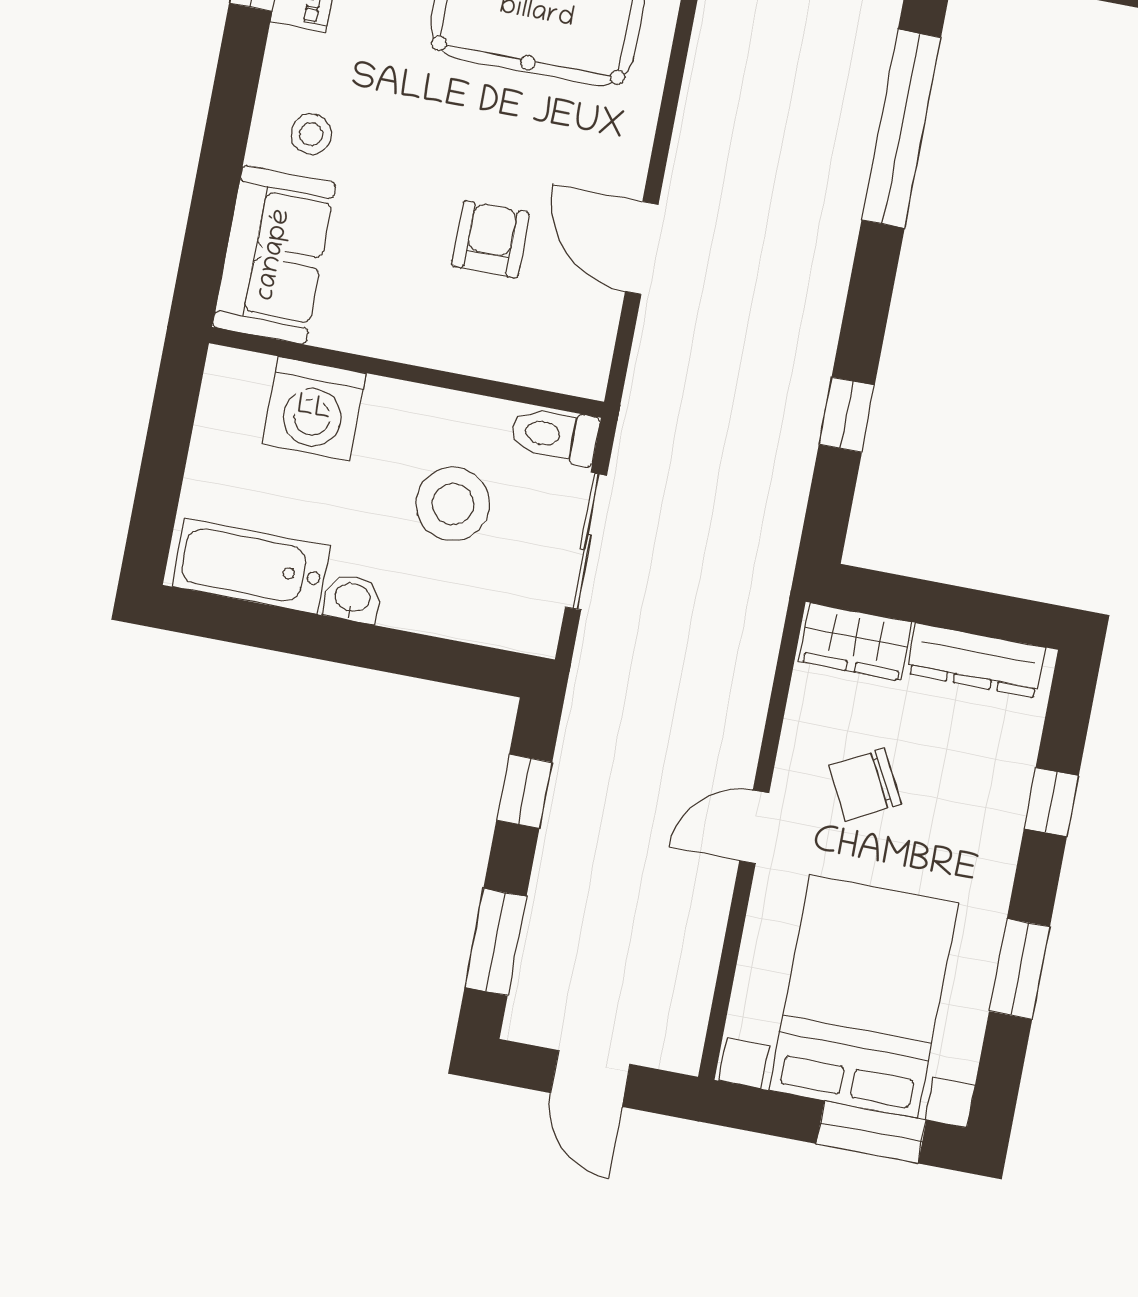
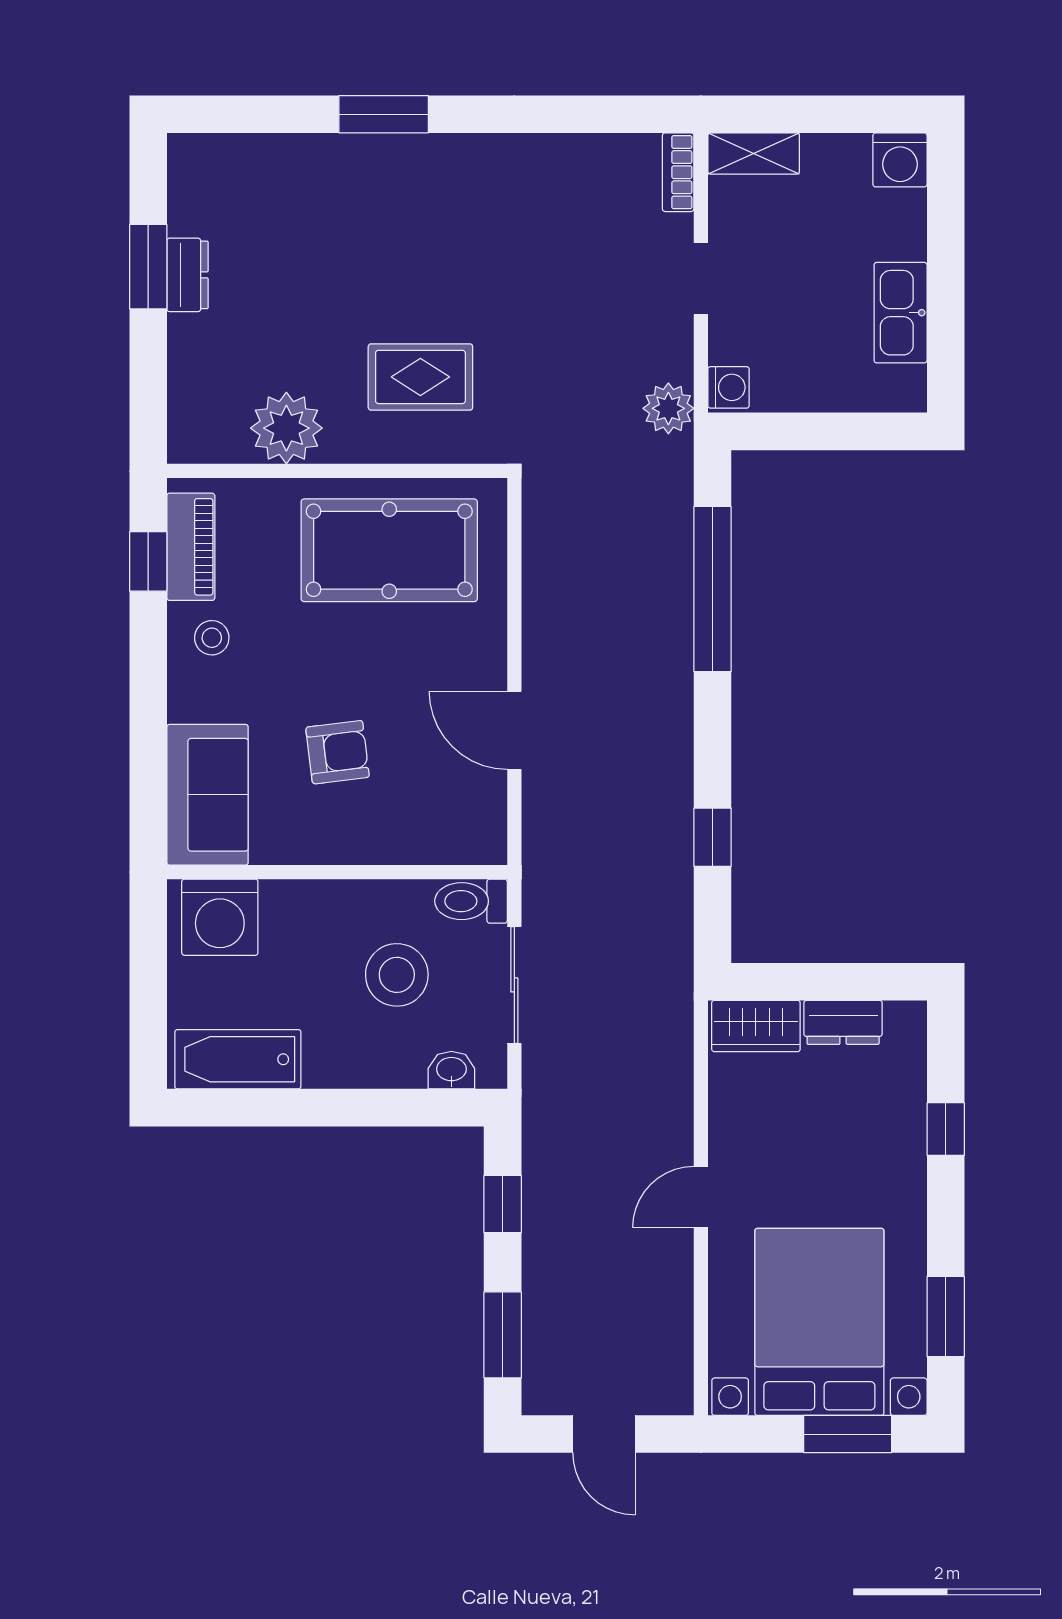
stool: (311, 134) -> (212, 638), moved
armchair: (490, 239) -> (338, 752), moved, turned 83
washing machine: (314, 409) -> (220, 917), moved
washbasin: (352, 599) -> (451, 1070), moved
dresser: (976, 661) -> (843, 1022), width x0.70
chair: (865, 785) -> (787, 1144), removed
window: (1019, 969) -> (946, 1317), moved

